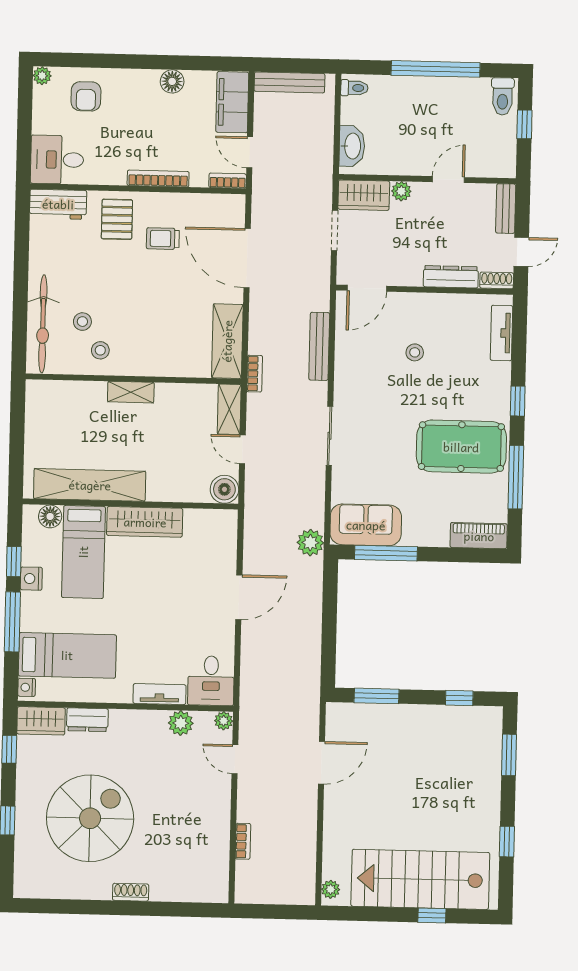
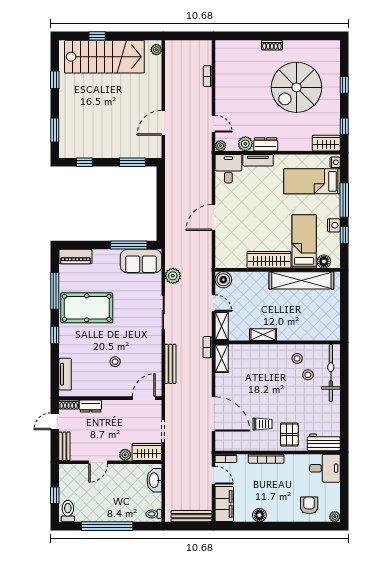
dresser: (451, 277) -> (90, 406), width x0.70
shelving: (227, 341) -> (222, 358), width x0.67, depth x0.75
shelving: (131, 392) -> (263, 335), moved
plant: (310, 543) -> (173, 276), moved
dresser: (87, 720) -> (266, 144), moved

